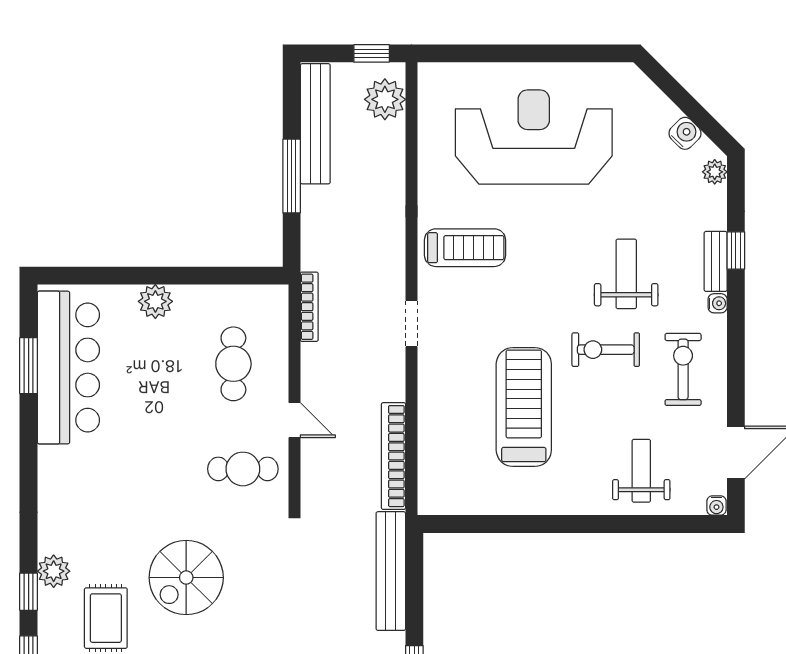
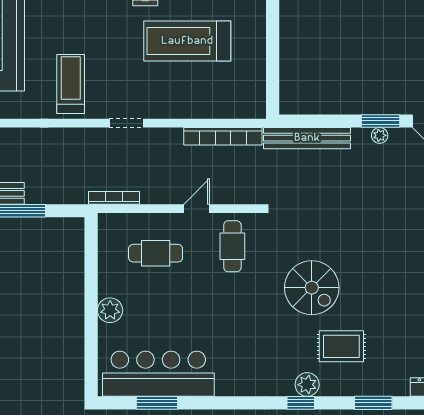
window: (29, 592) -> (301, 403), moved

